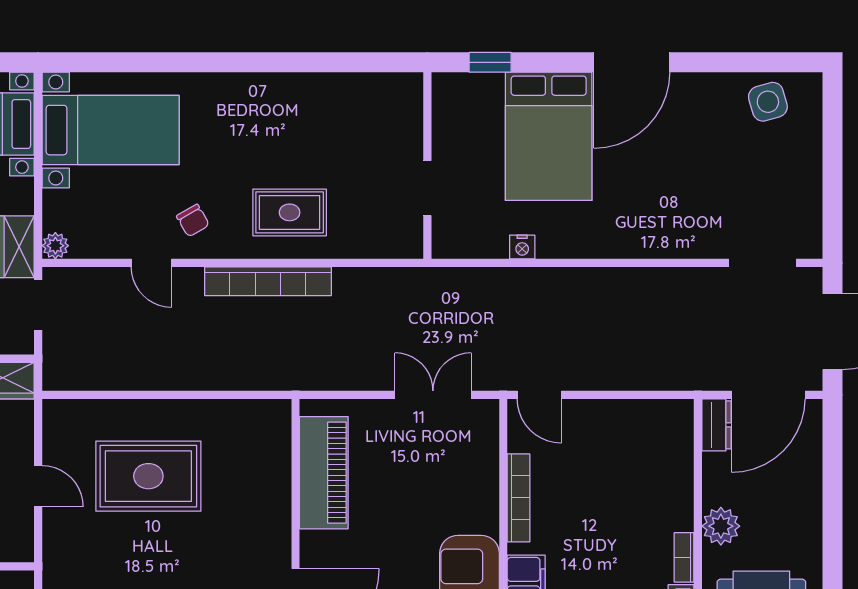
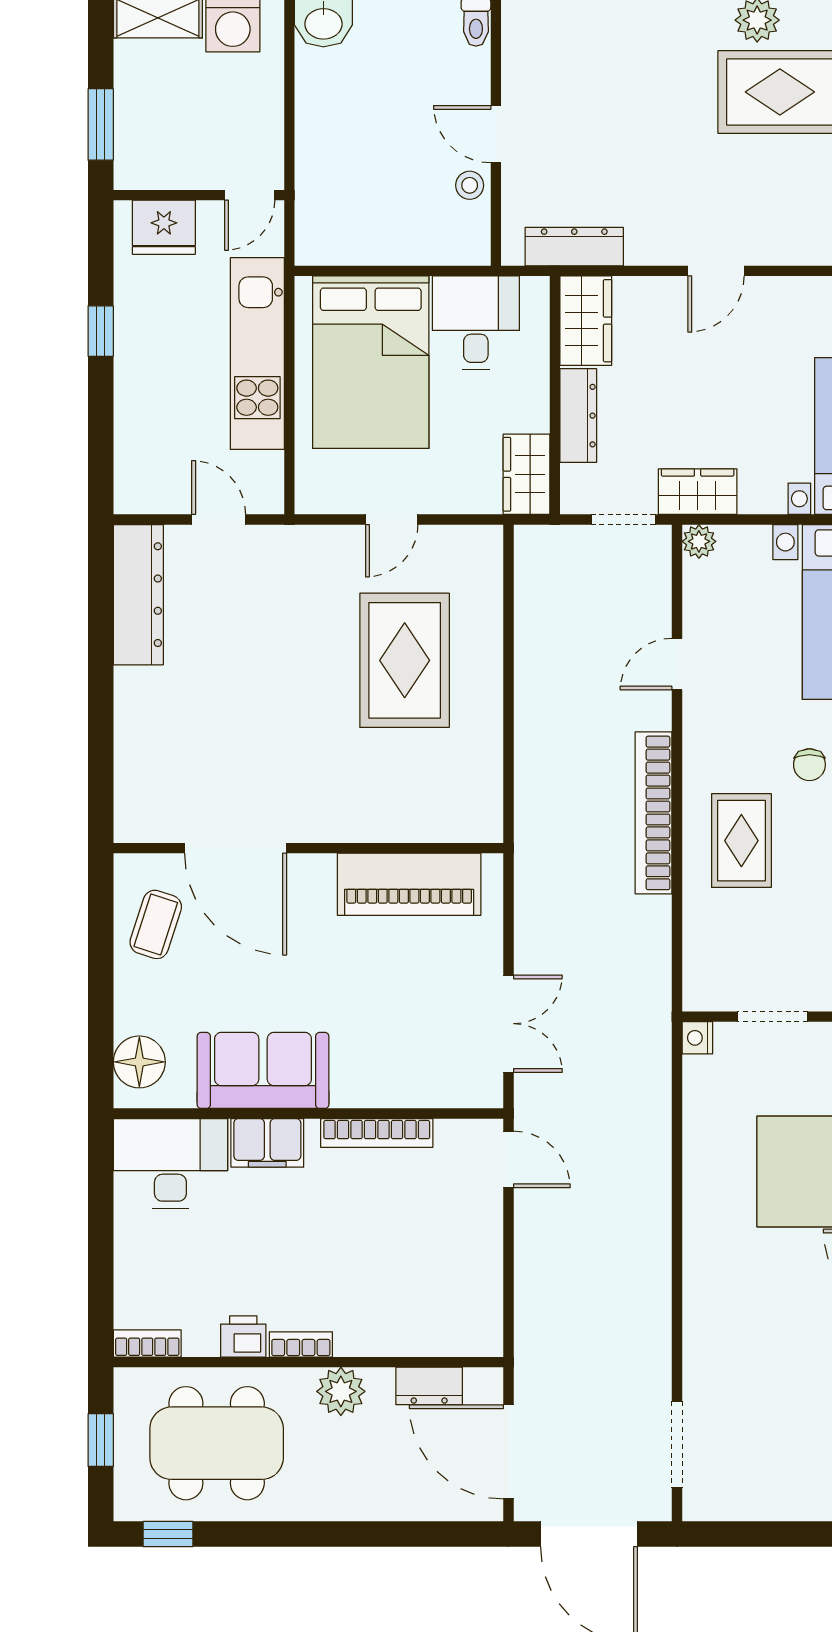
chair: (193, 221) -> (809, 765), moved, turned -60
nightstand: (522, 247) -> (697, 1038), moved
door: (539, 395) -> (508, 1159), swing flipped
dresser: (717, 425) -> (429, 1386), moved

